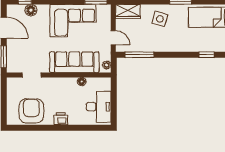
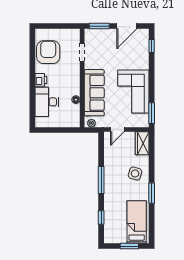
floor lamp: (31, 10) -> (143, 52), removed
window: (139, 55) -> (101, 180), moved
desk: (99, 107) -> (47, 102), moved, turned 90
armchair: (31, 111) -> (48, 52), turned -90

